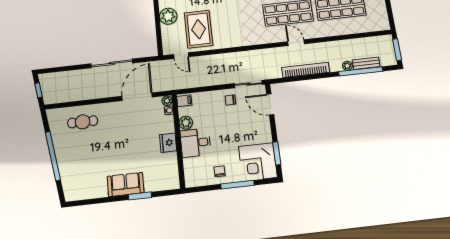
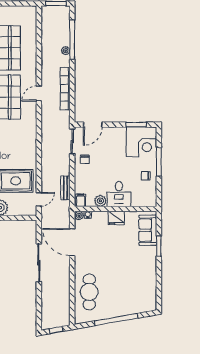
bench: (366, 63) -> (65, 188), moved
cafe table: (83, 122) -> (89, 292), width x1.37, depth x1.35
sofa: (126, 184) -> (148, 230), moved

